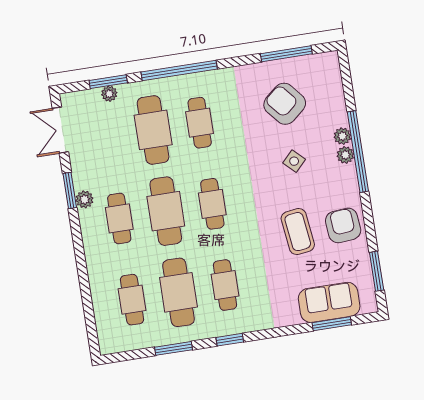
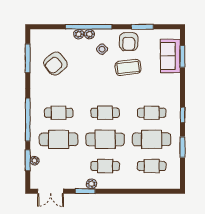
side table: (294, 161) -> (102, 49), moved
armchair: (343, 225) -> (129, 42), turned -85
window: (377, 271) -> (142, 27), moved

